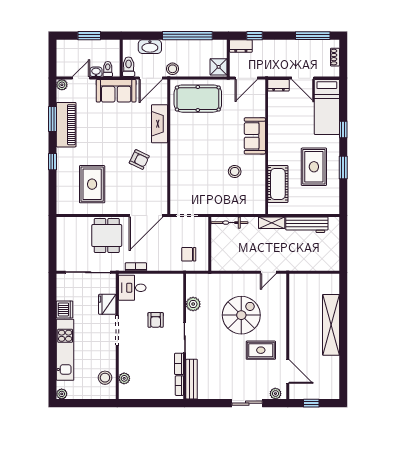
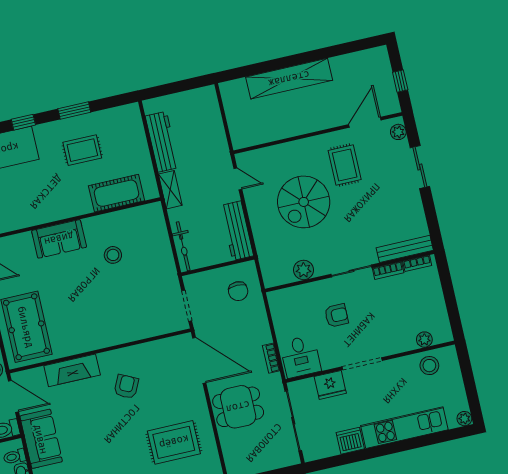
rug: (314, 167) -> (82, 150), width x0.73, depth x0.70
workbench: (232, 263) -> (237, 231), added
spiral stairs: (241, 315) -> (304, 202), turned -90

